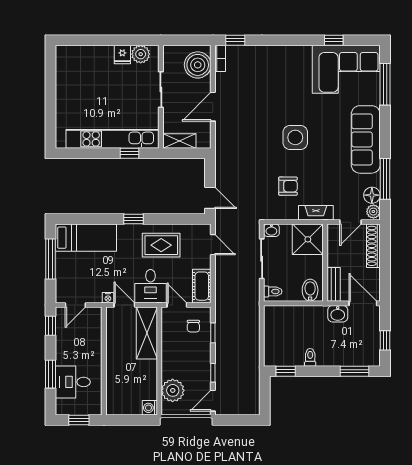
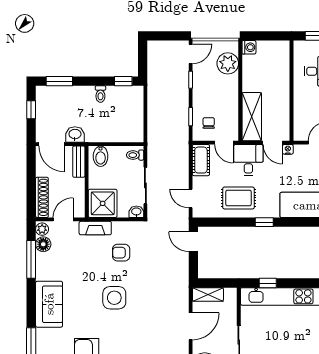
sofa: (366, 139) -> (49, 304), width x0.73
shelving: (179, 141) -> (208, 294), moved

